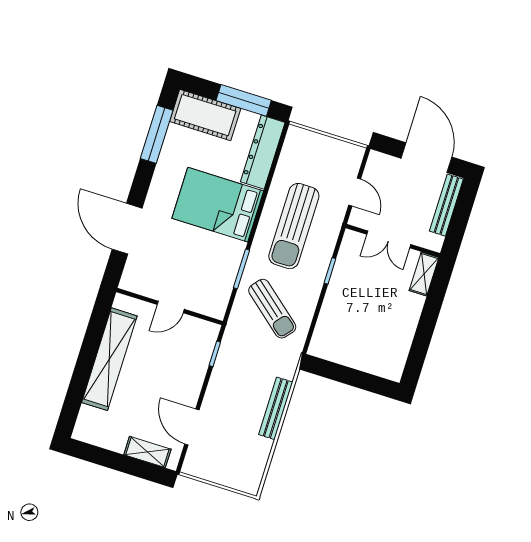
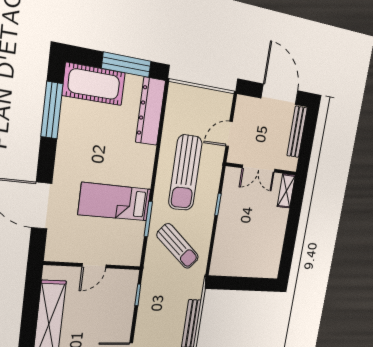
door: (355, 192) -> (229, 134), swing flipped
bed: (218, 205) -> (115, 202), moved, width x0.67

